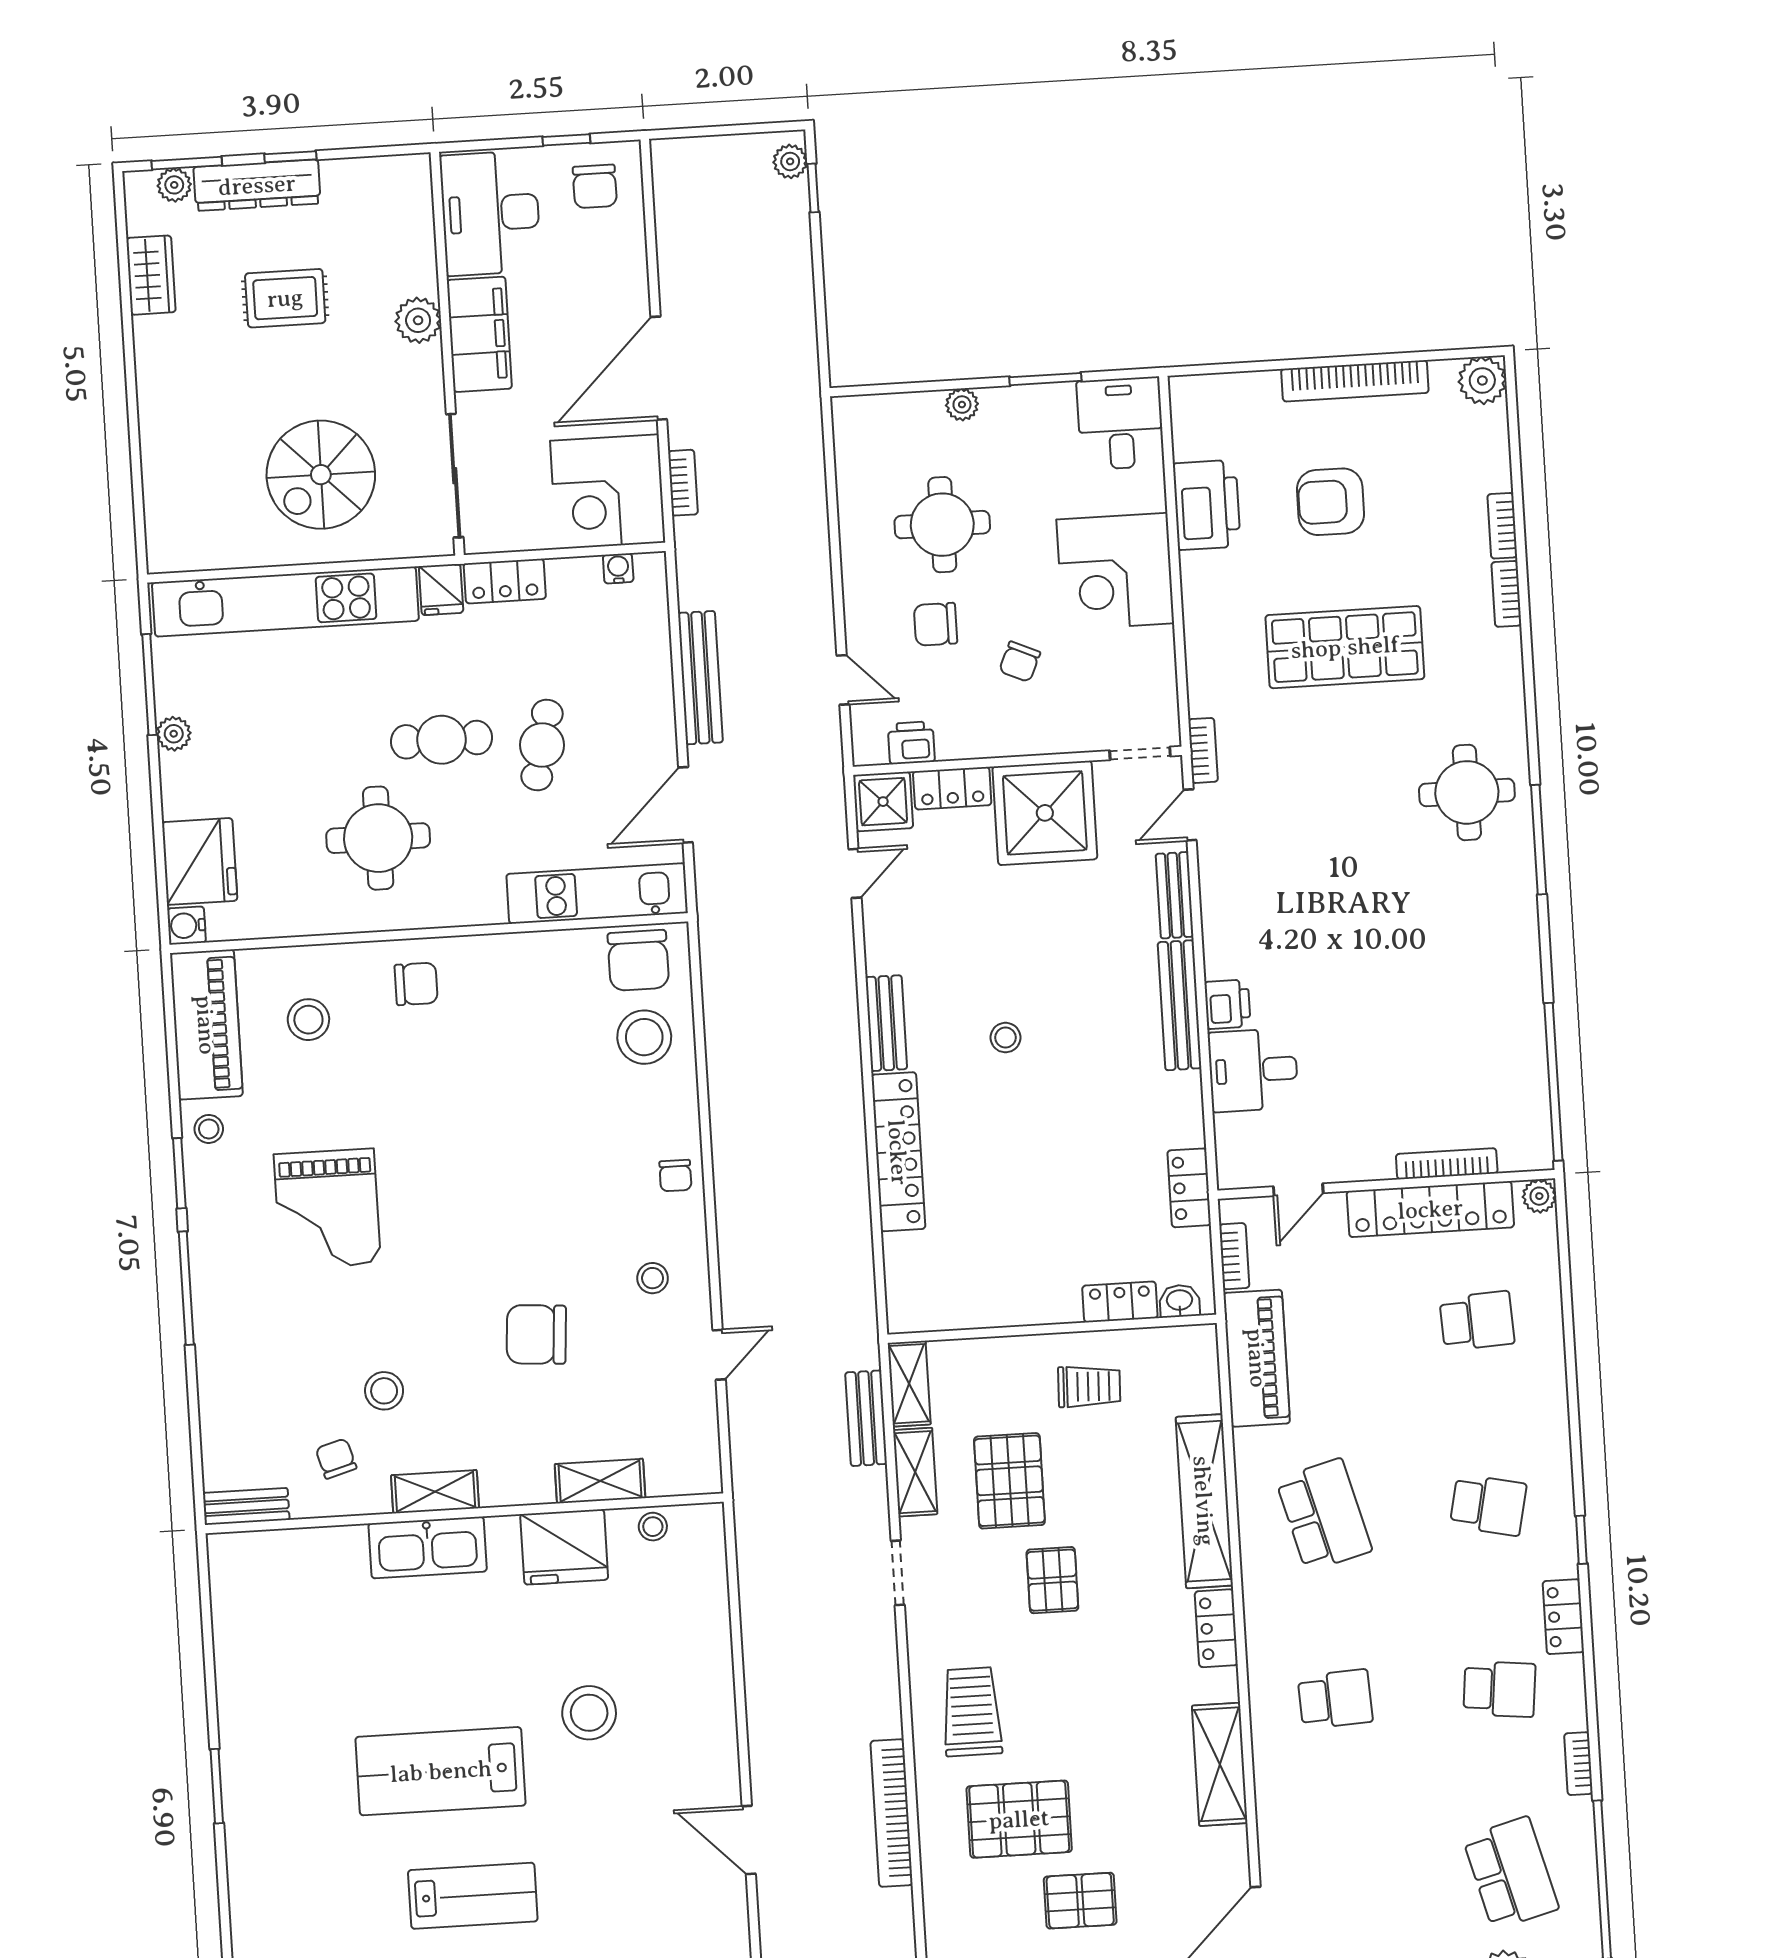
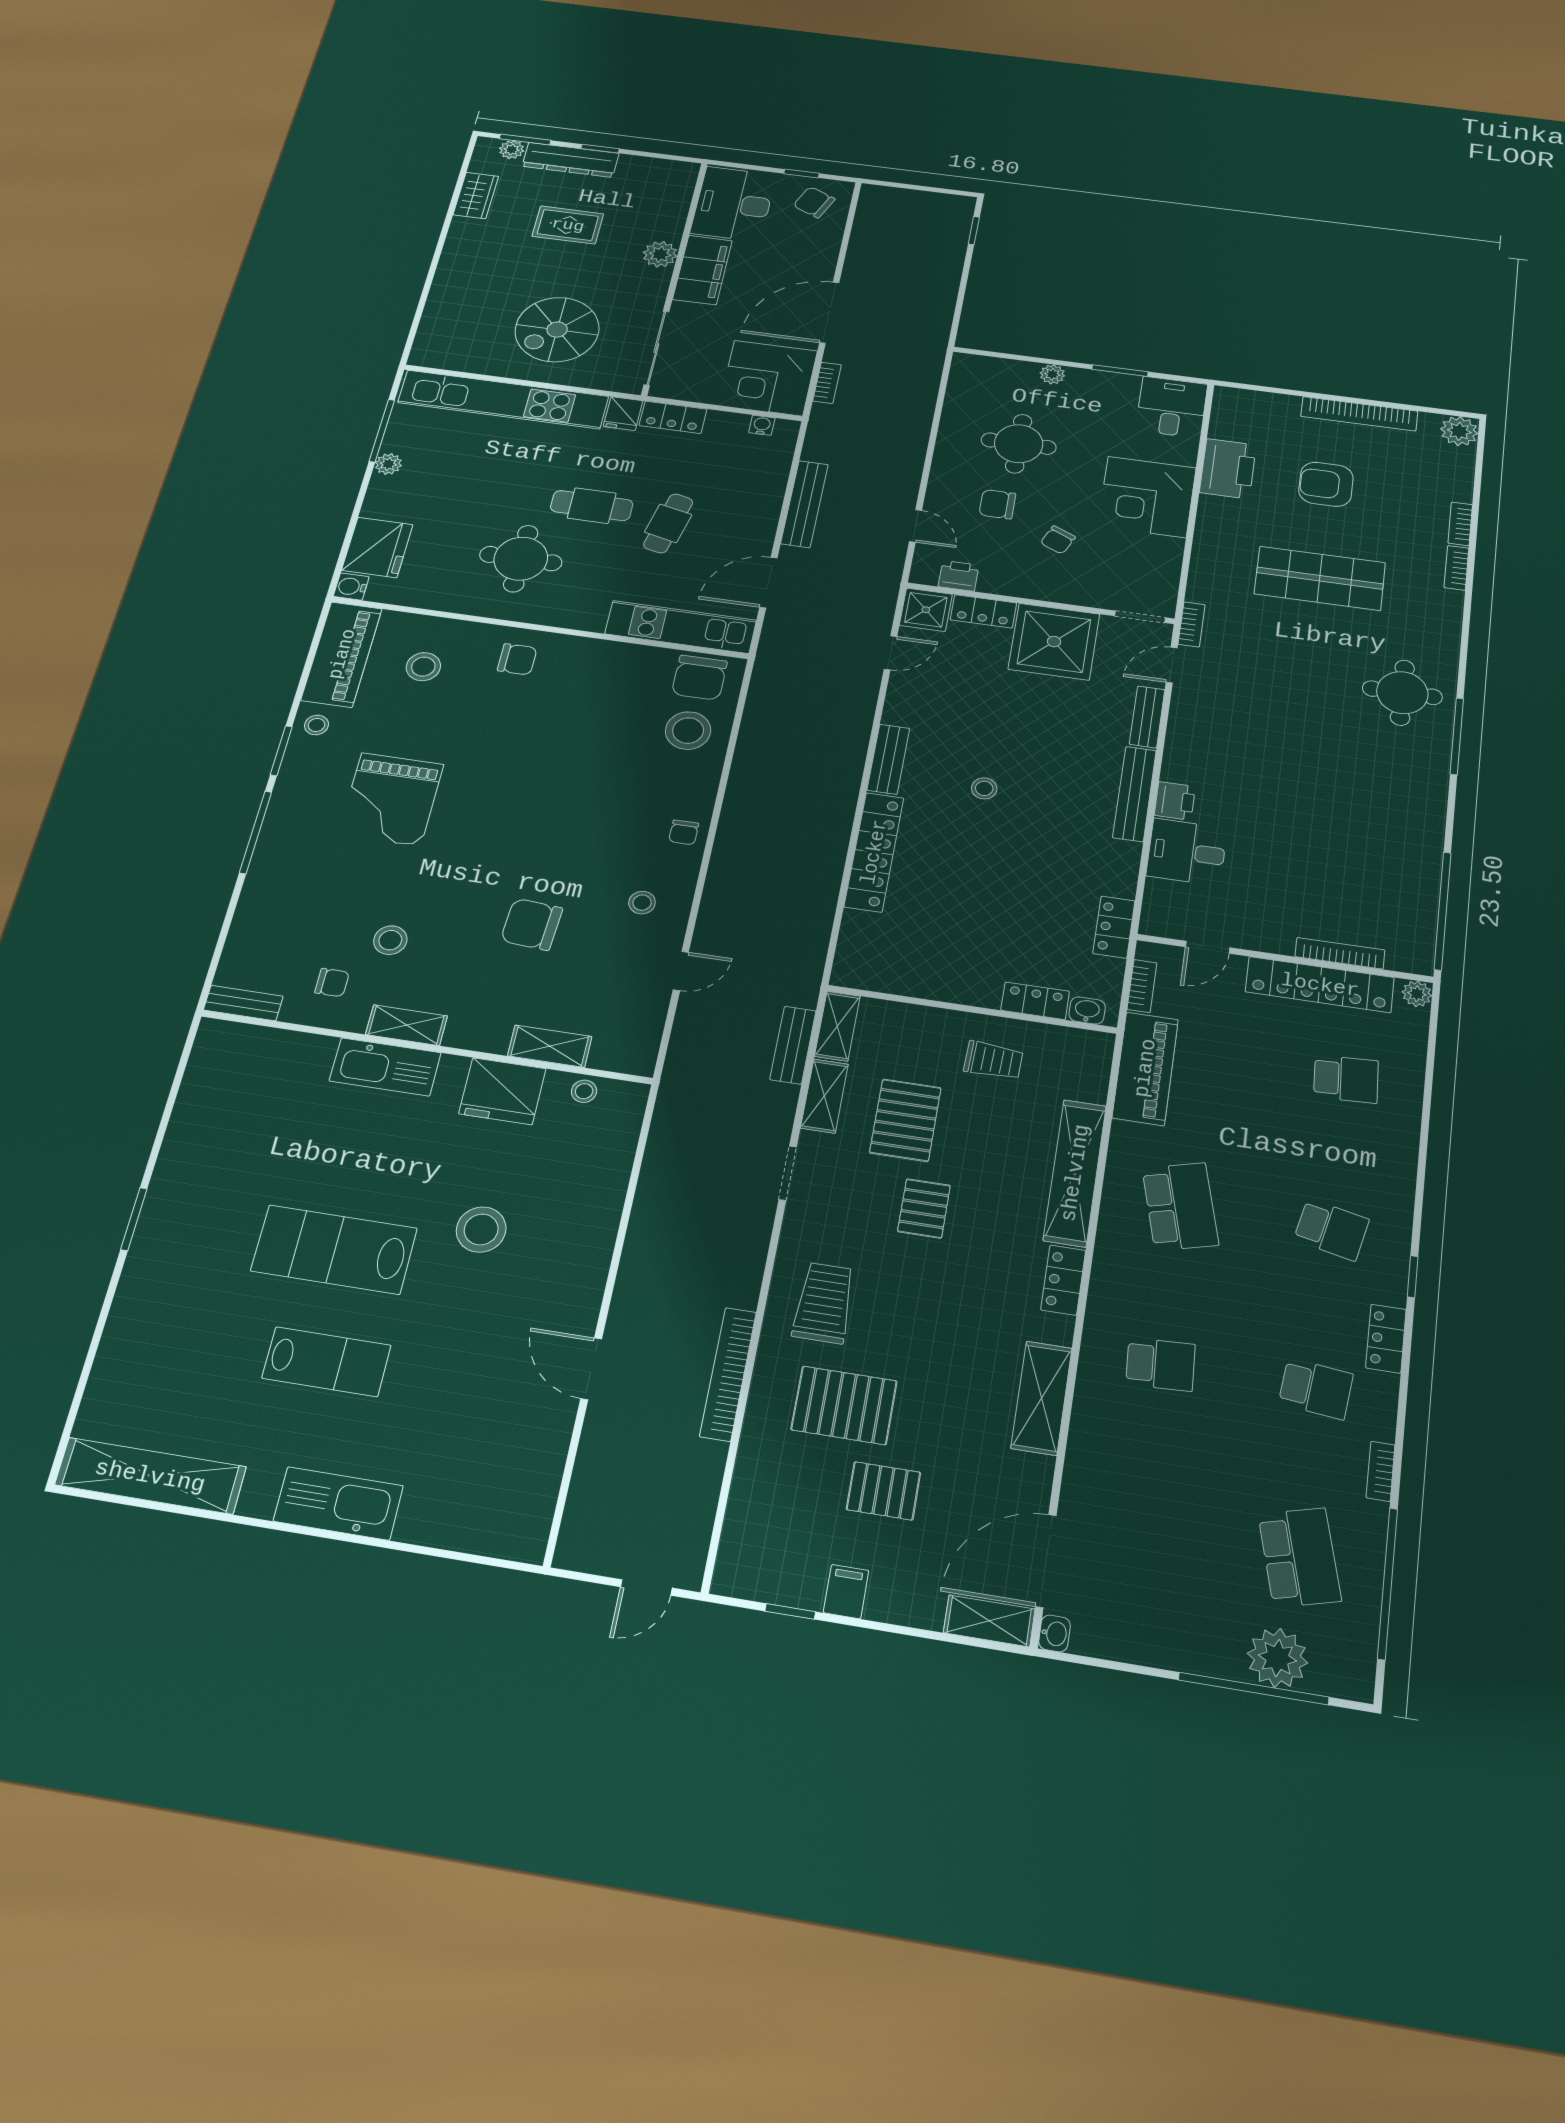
plant: (790, 161) -> (961, 213), removed
chair: (595, 186) -> (814, 202), turned 114
chair: (336, 1459) -> (332, 983), turned 106

